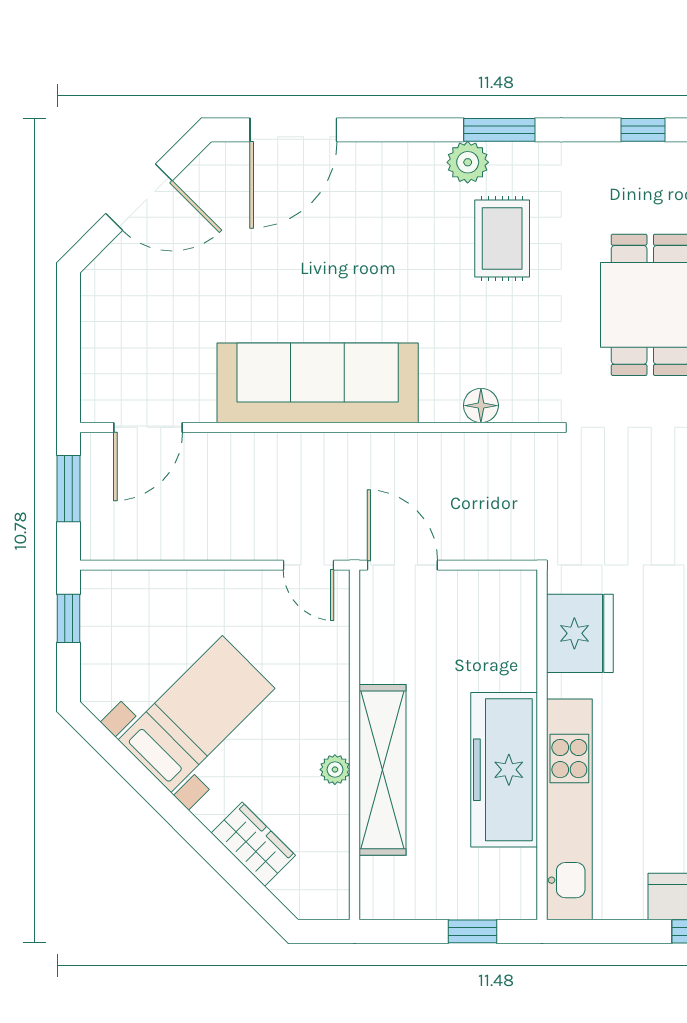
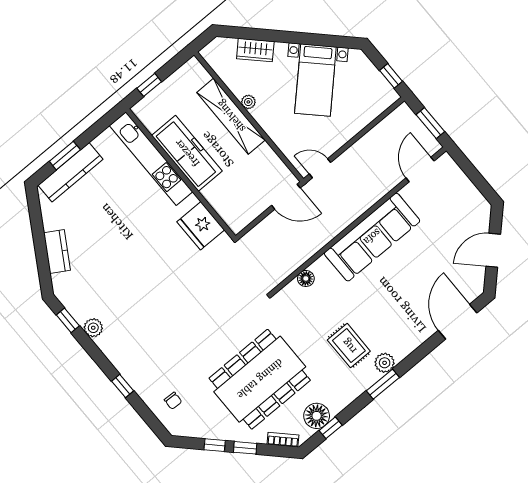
floor lamp: (650, 168) -> (317, 416), added

